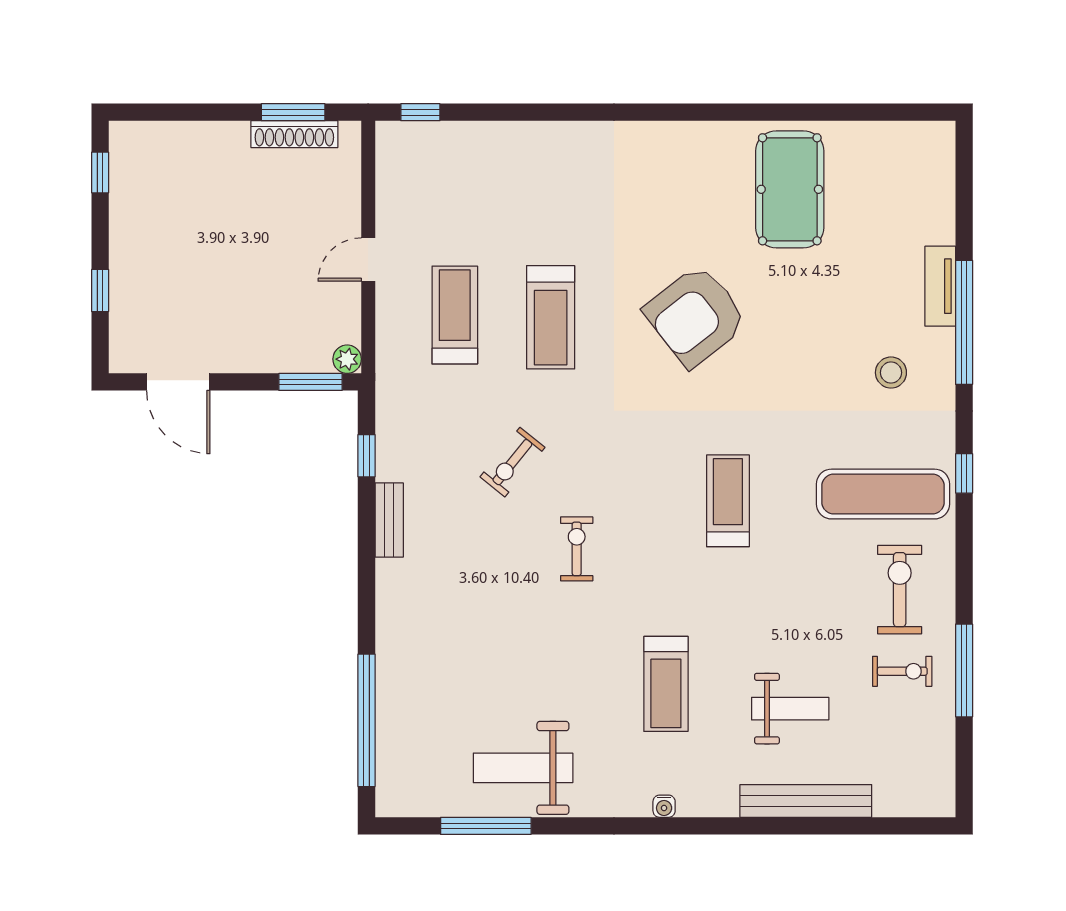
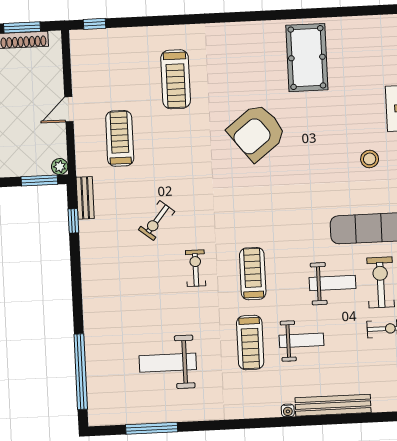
treadmill: (551, 317) -> (176, 79), moved
treadmill: (728, 501) -> (253, 274), moved
bench: (389, 520) -> (85, 198), moved
weight bench: (815, 587) -> (333, 283), added
weight bench: (790, 709) -> (301, 340), moved
weight bench: (523, 768) -> (168, 363), moved
water cooler: (664, 806) -> (288, 410), moved

